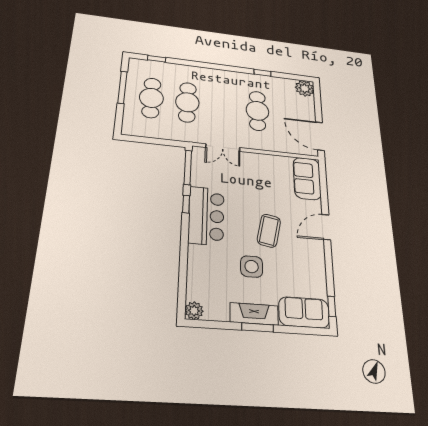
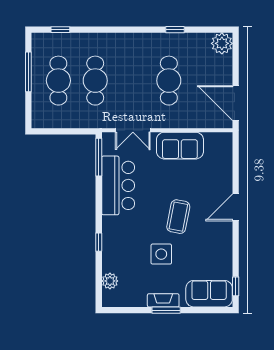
sofa: (307, 178) -> (180, 146), moved, turned -90
window: (186, 204) -> (99, 242), moved
bar counter: (206, 216) -> (118, 185), moved
plant: (194, 311) -> (110, 281), moved
fireplace: (254, 314) -> (163, 300), width x0.73, depth x0.76

